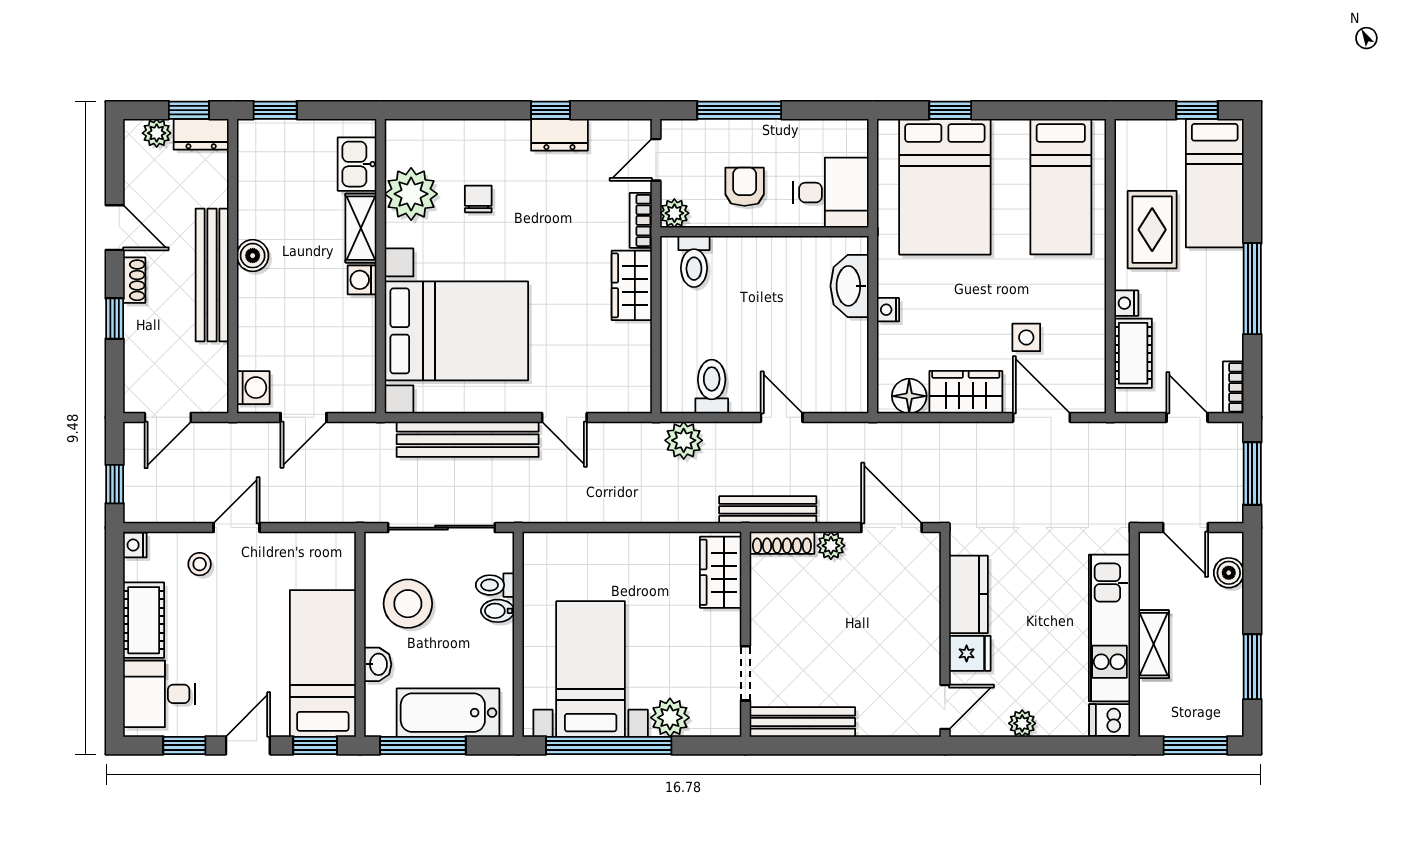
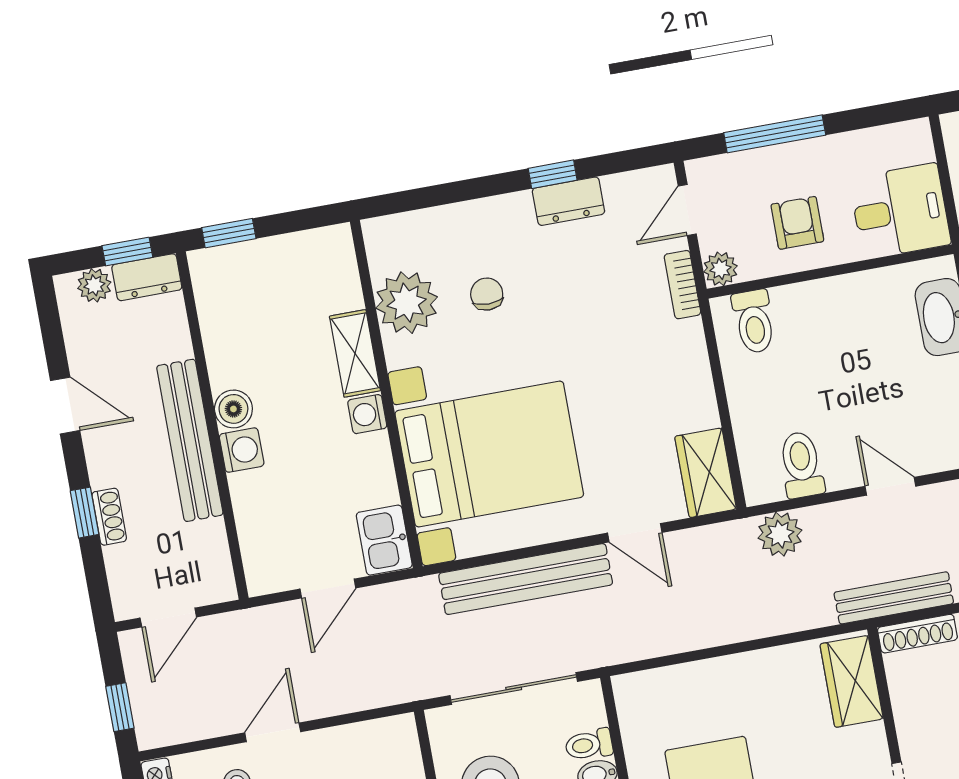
kitchen sink: (357, 164) -> (384, 540), moved
shoe rack: (134, 280) -> (109, 517), moved
wardrobe: (632, 285) -> (706, 473), moved
washing machine: (253, 388) -> (242, 450), moved

